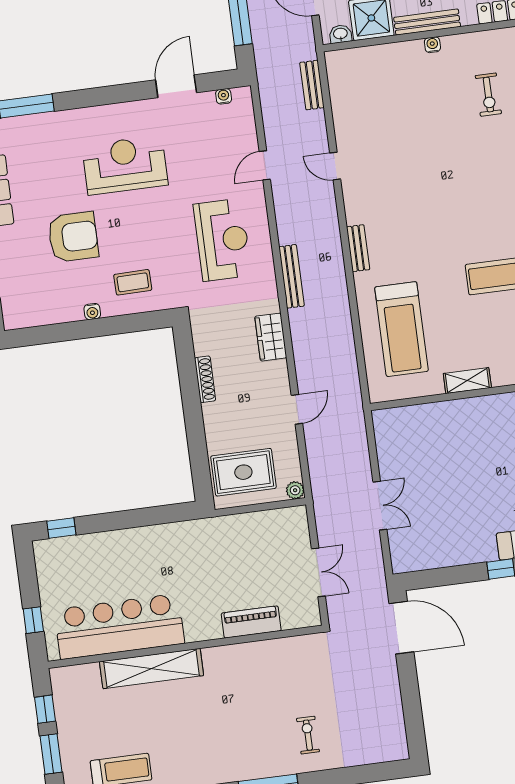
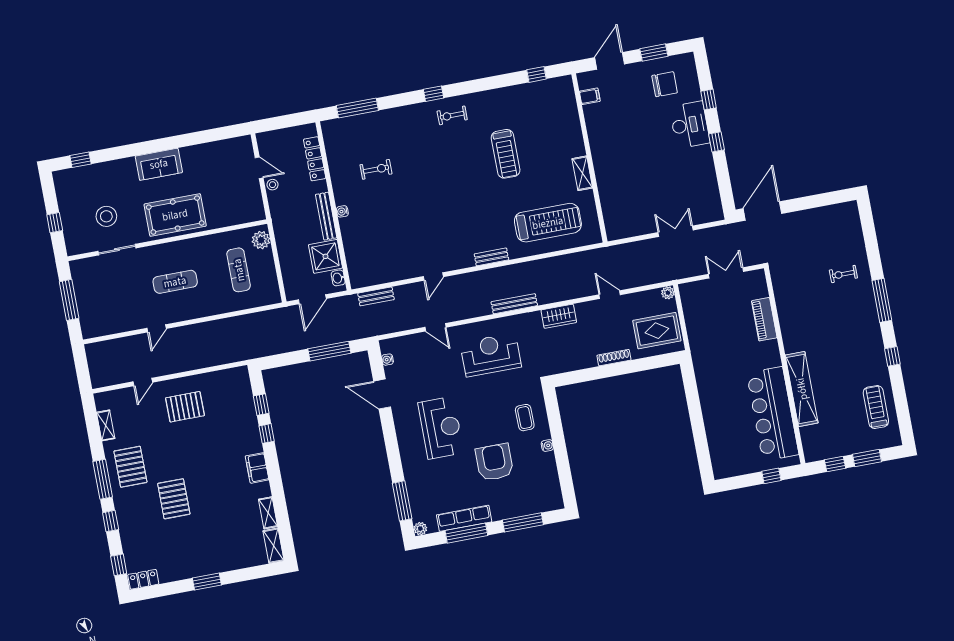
reception desk: (125, 165) -> (441, 428), turned 180
shoe rack: (205, 379) -> (614, 358), moved
rug: (243, 472) -> (657, 331), turned 90
window: (61, 528) -> (704, 459), removed

